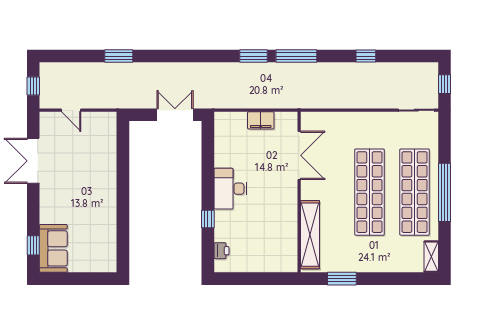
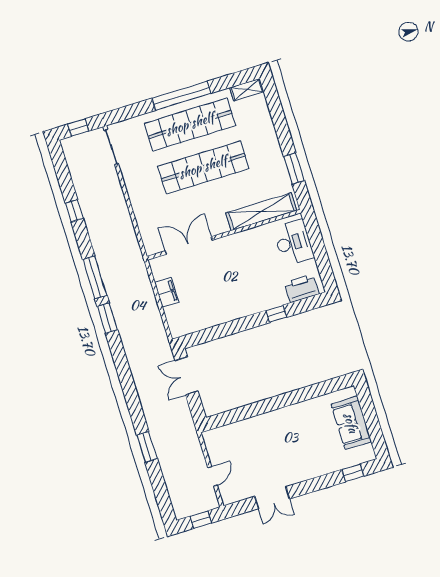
double door: (33, 161) -> (272, 498), width x0.73
desk: (230, 189) -> (293, 242), moved, turned -90
sofa: (53, 248) -> (351, 423), moved, turned -90
printer: (221, 251) -> (302, 288), width x1.87, depth x1.48

